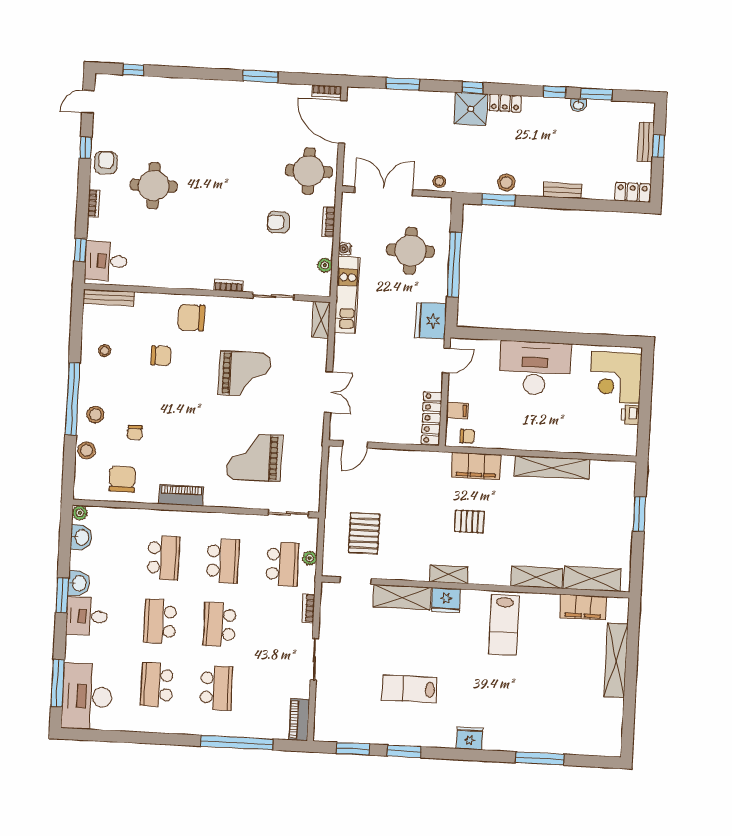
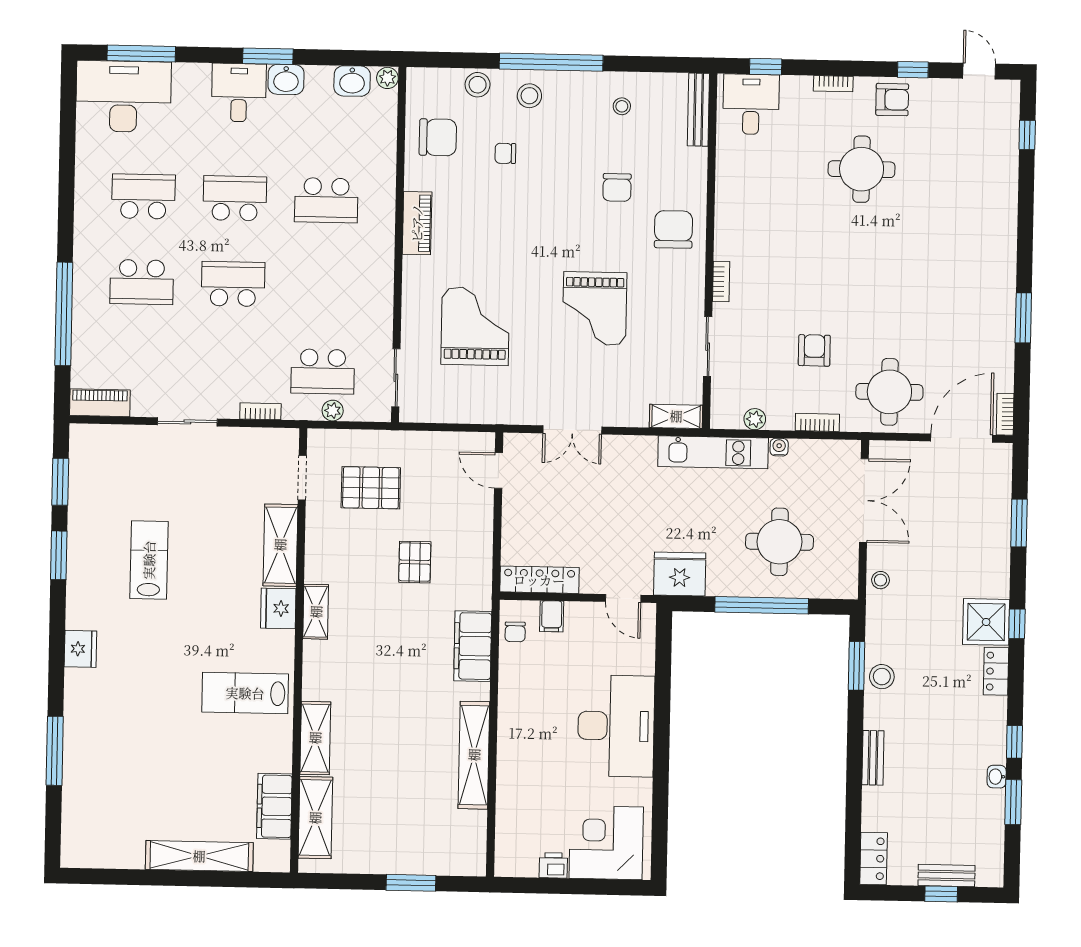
pallet: (469, 521) -> (415, 562), moved
school desk: (223, 561) -> (325, 286), removed

